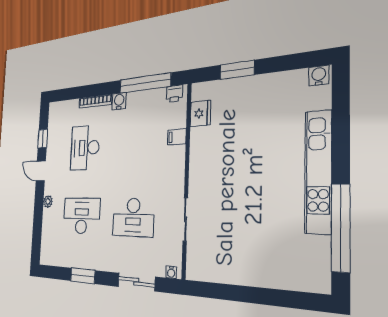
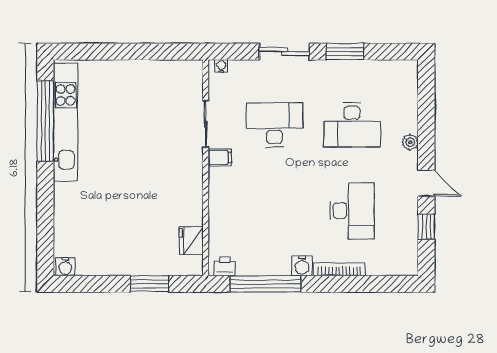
filing cabinet: (177, 137) -> (220, 157), moved
kitchen unit: (318, 172) -> (66, 122), moved
sliding door: (136, 282) -> (284, 52), moved

